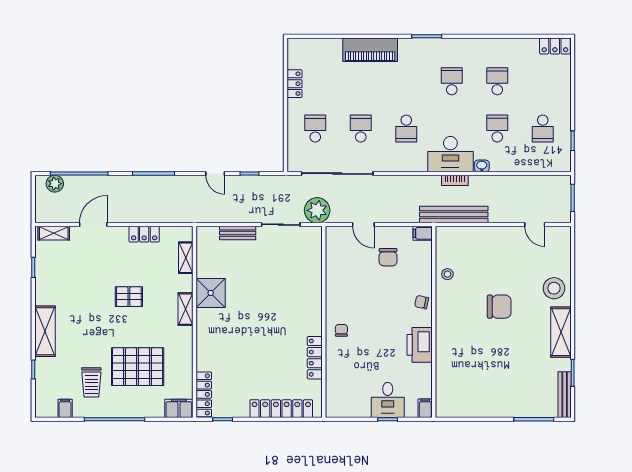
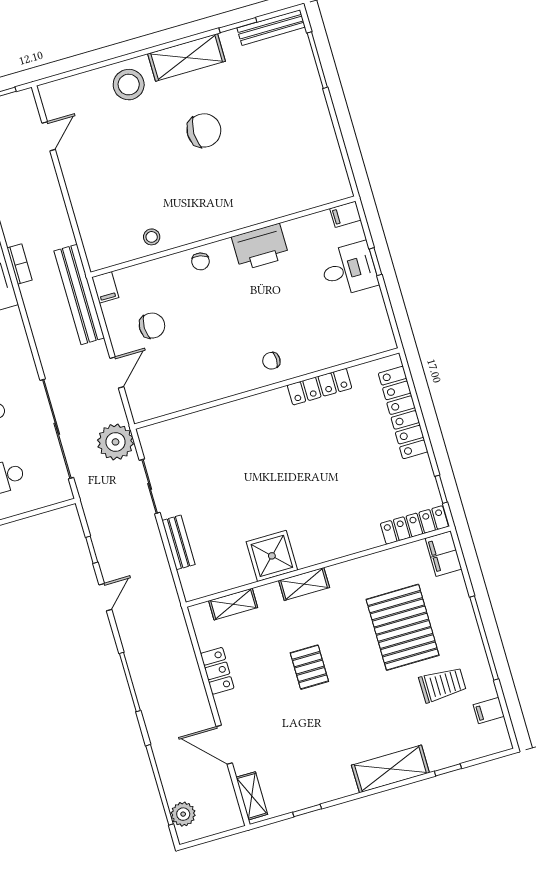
bench: (454, 214) -> (79, 294), moved
chair: (499, 307) -> (204, 130), moved, turned 90

